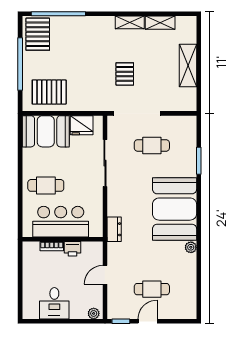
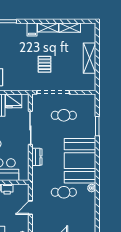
filing cabinet: (107, 25) -> (32, 29), added
dresser: (114, 229) -> (37, 157), moved
cafe table: (152, 289) -> (64, 192), moved

